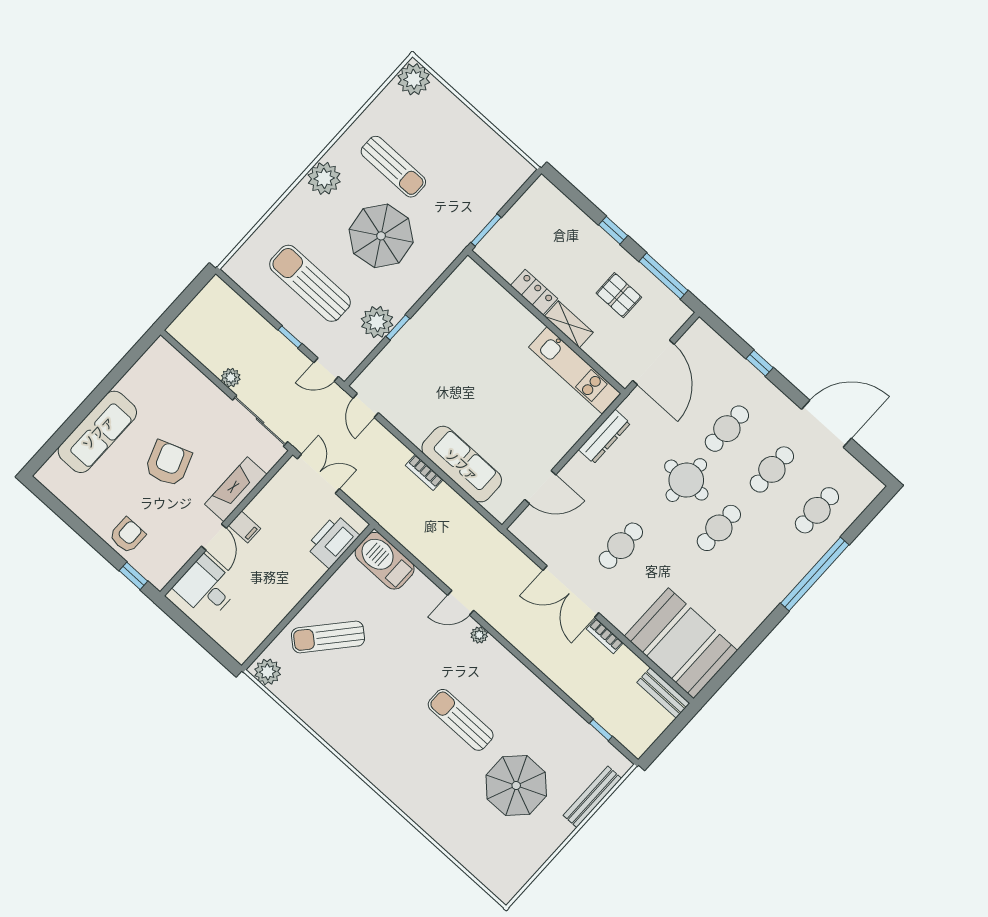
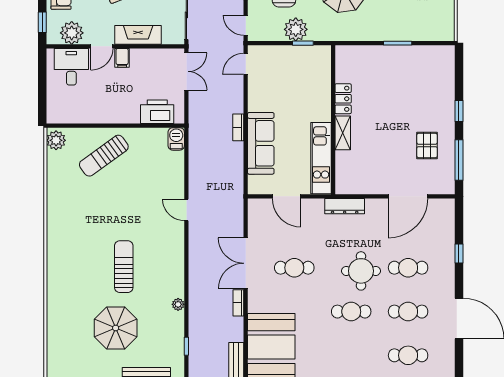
locker: (534, 292) -> (343, 99), moved
wall: (546, 322) -> (333, 120), moved
shelving: (569, 324) -> (343, 133), moved
kitchen unit: (575, 370) -> (321, 158), moved
plant: (172, 556) -> (72, 33), added
barbecue: (385, 561) -> (176, 139), width x0.53, depth x0.65
plant: (479, 635) -> (178, 304), moved
sun lounger: (328, 637) -> (104, 156), turned -77

